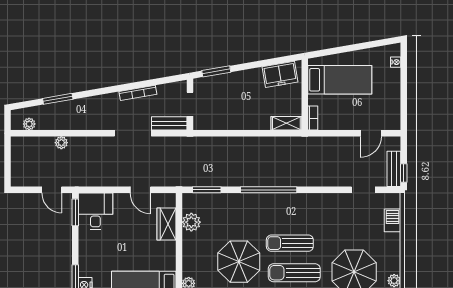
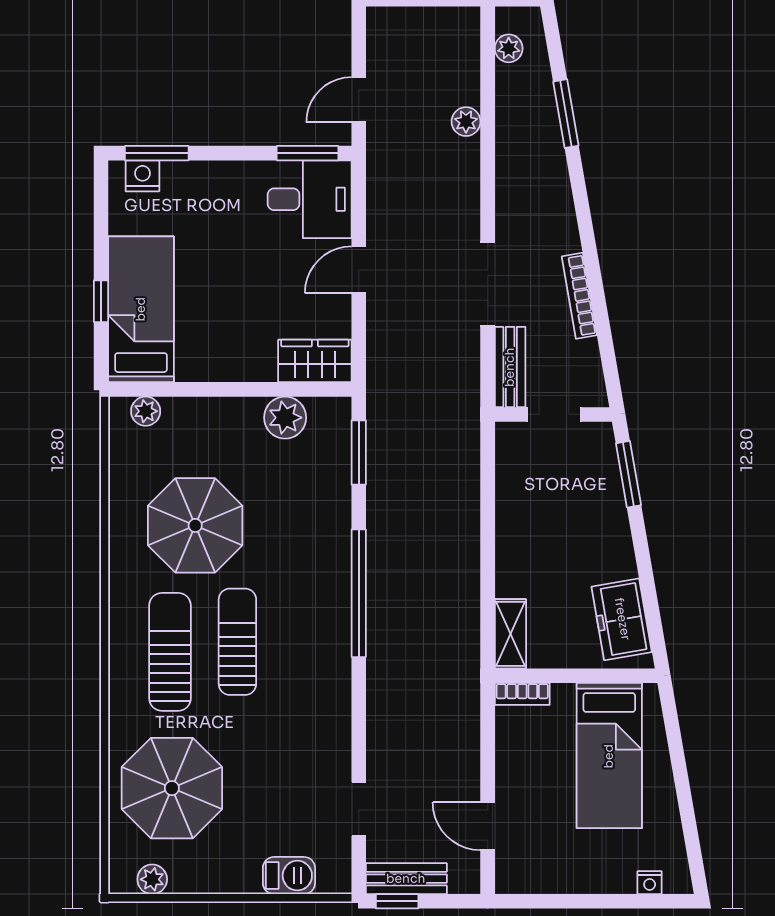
door: (140, 190) -> (359, 270), moved
wardrobe: (166, 224) -> (315, 361), moved

